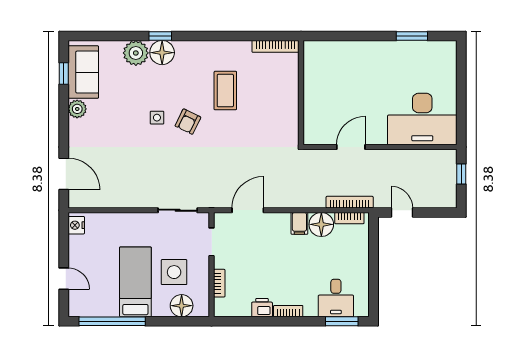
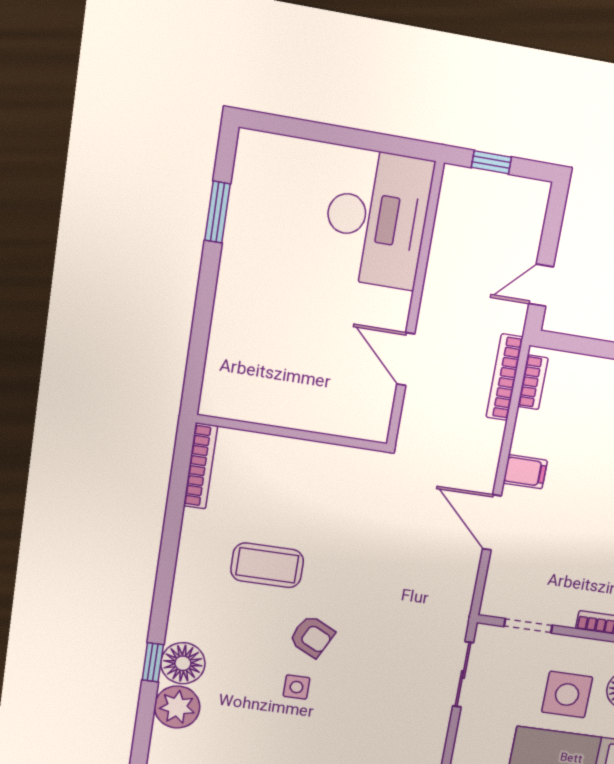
door: (248, 210) -> (492, 522), moved
floor lamp: (321, 224) -> (535, 434), removed

